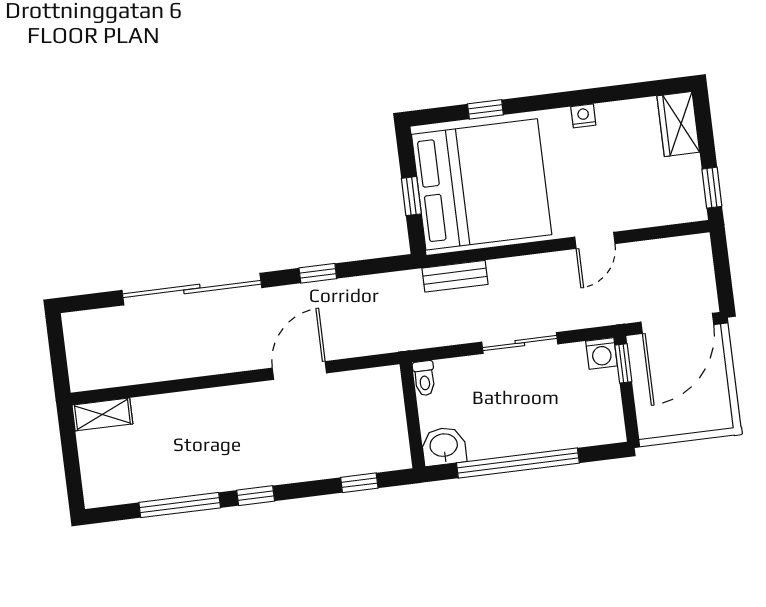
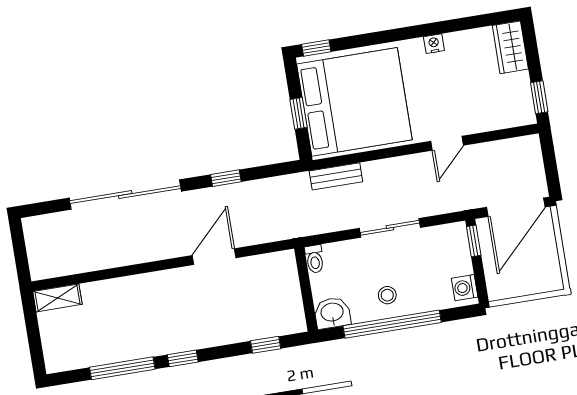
window: (485, 109) -> (316, 48), moved
washing machine: (602, 353) -> (465, 288), moved, turned 90
stool: (513, 427) -> (387, 295), added

